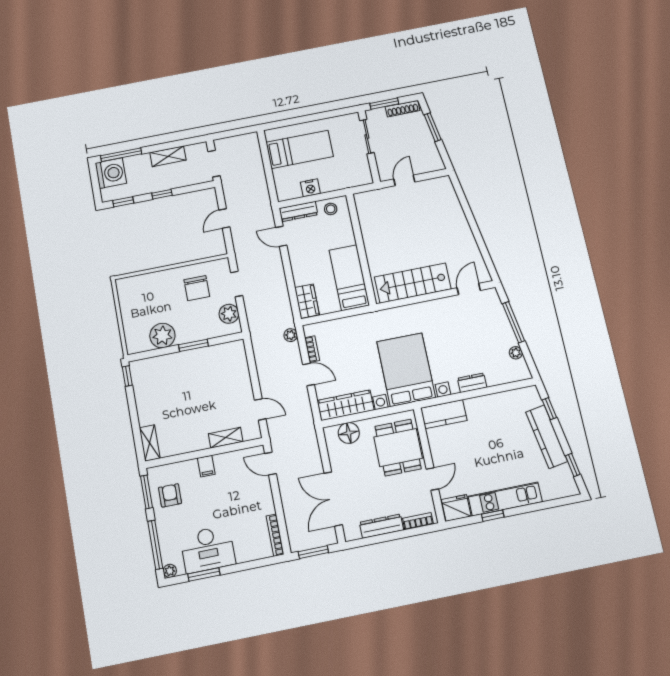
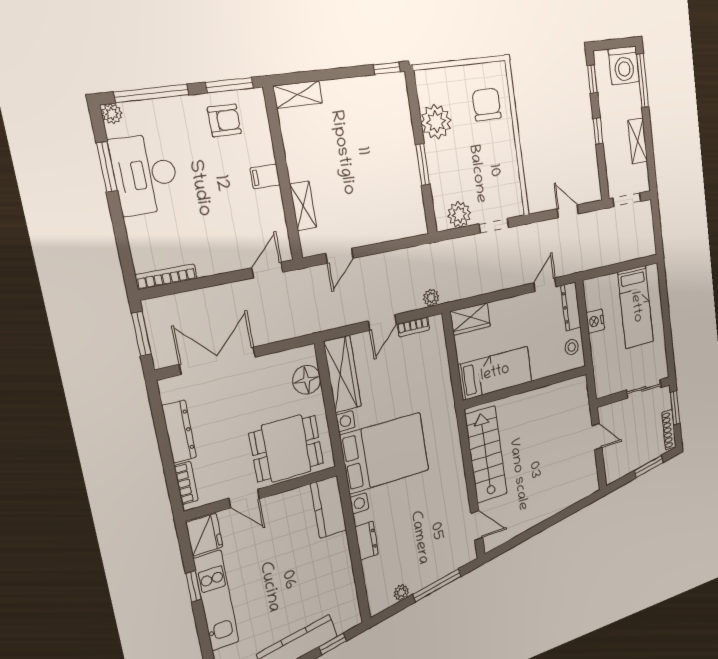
chair: (197, 288) -> (487, 105), moved, turned 90

